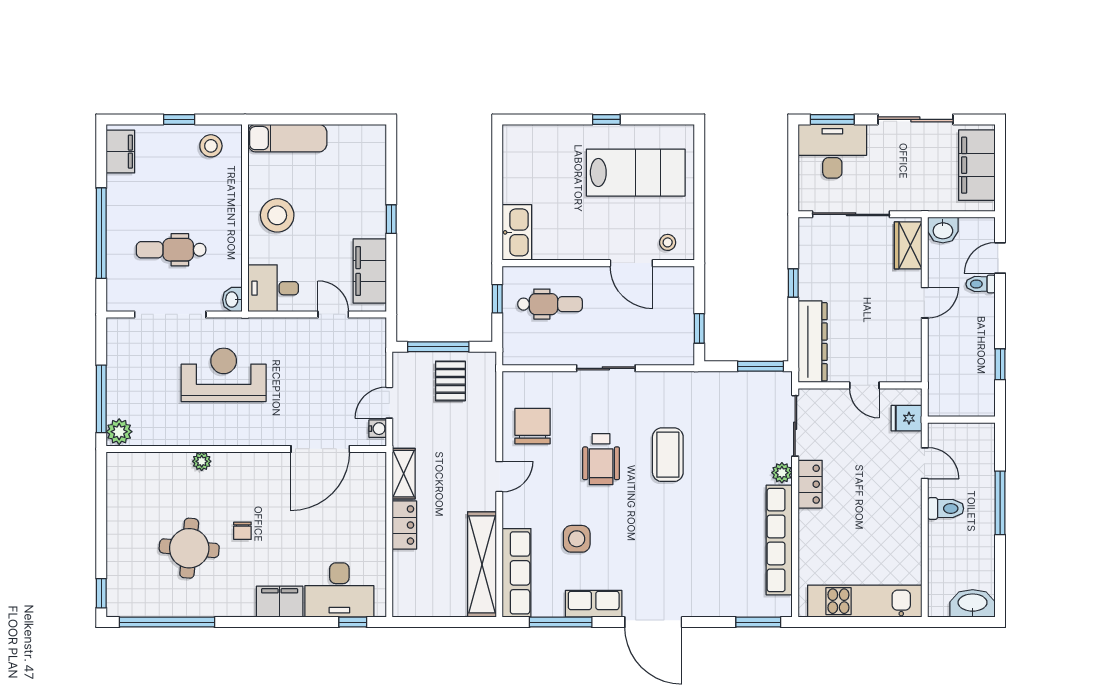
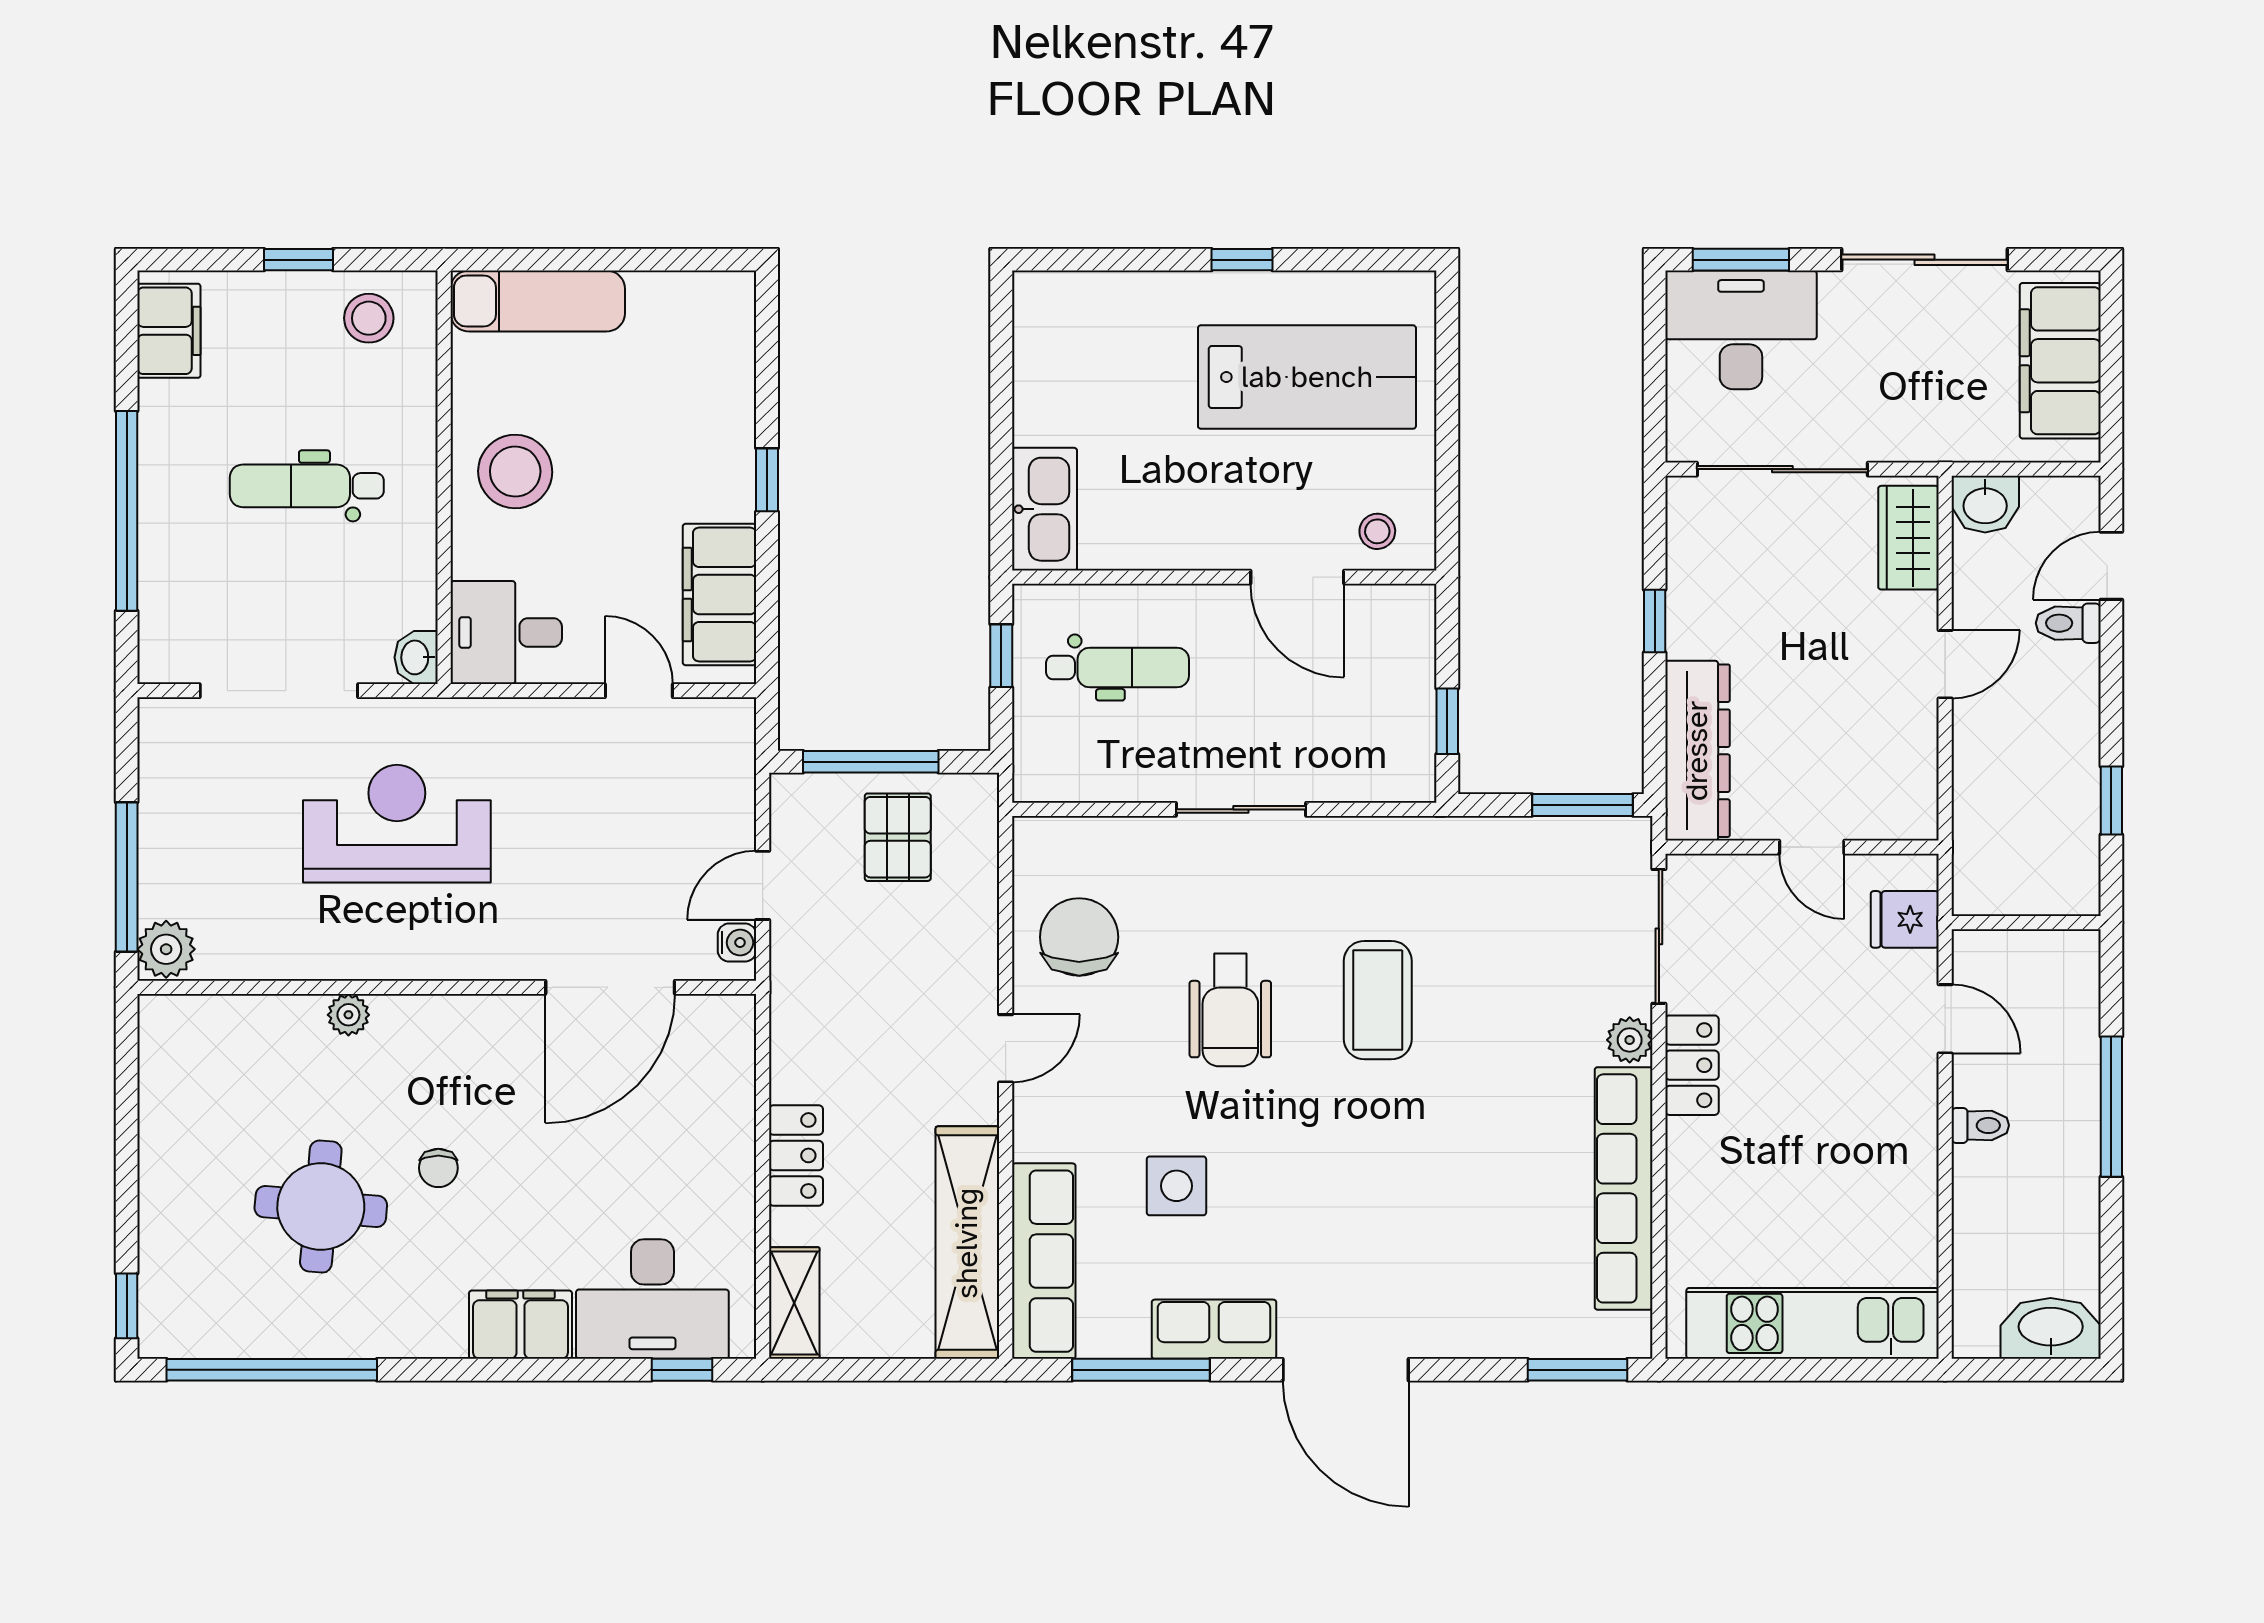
dental chair: (171, 250) -> (307, 486), moved
shelving: (404, 474) -> (794, 1303), moved
toilet: (946, 508) -> (1980, 1125), width x0.73, depth x0.72

